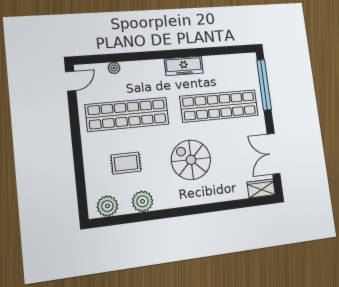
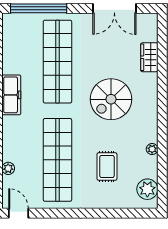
wardrobe: (261, 188) -> (149, 57), moved
plant: (142, 201) -> (152, 149), width x0.53, depth x0.53

